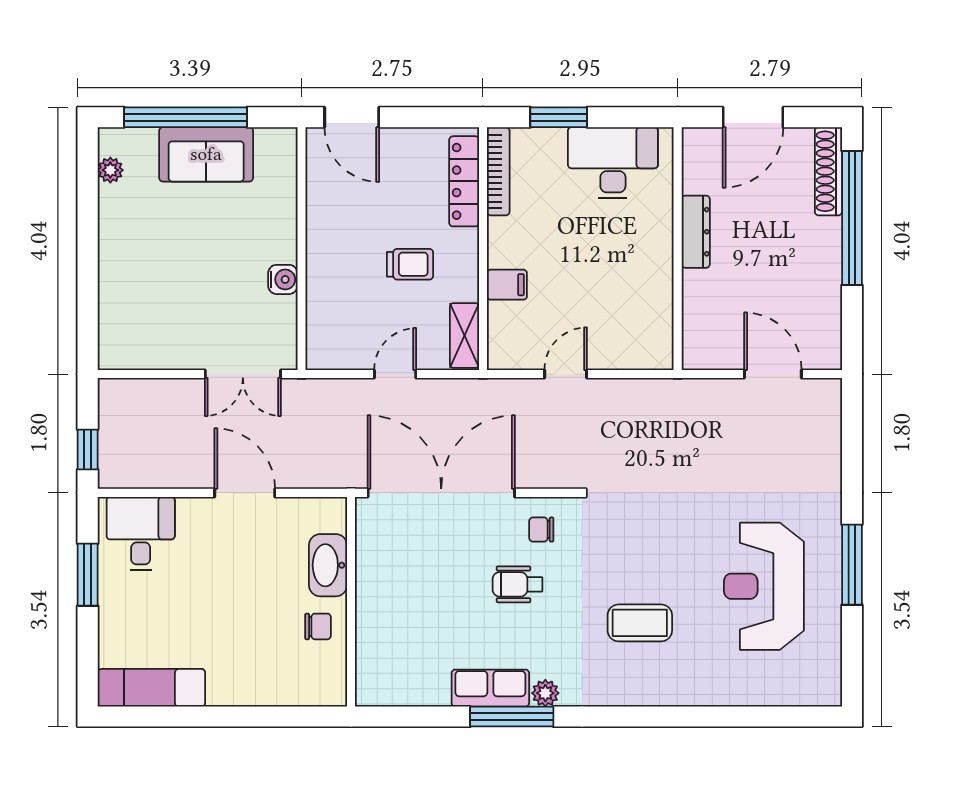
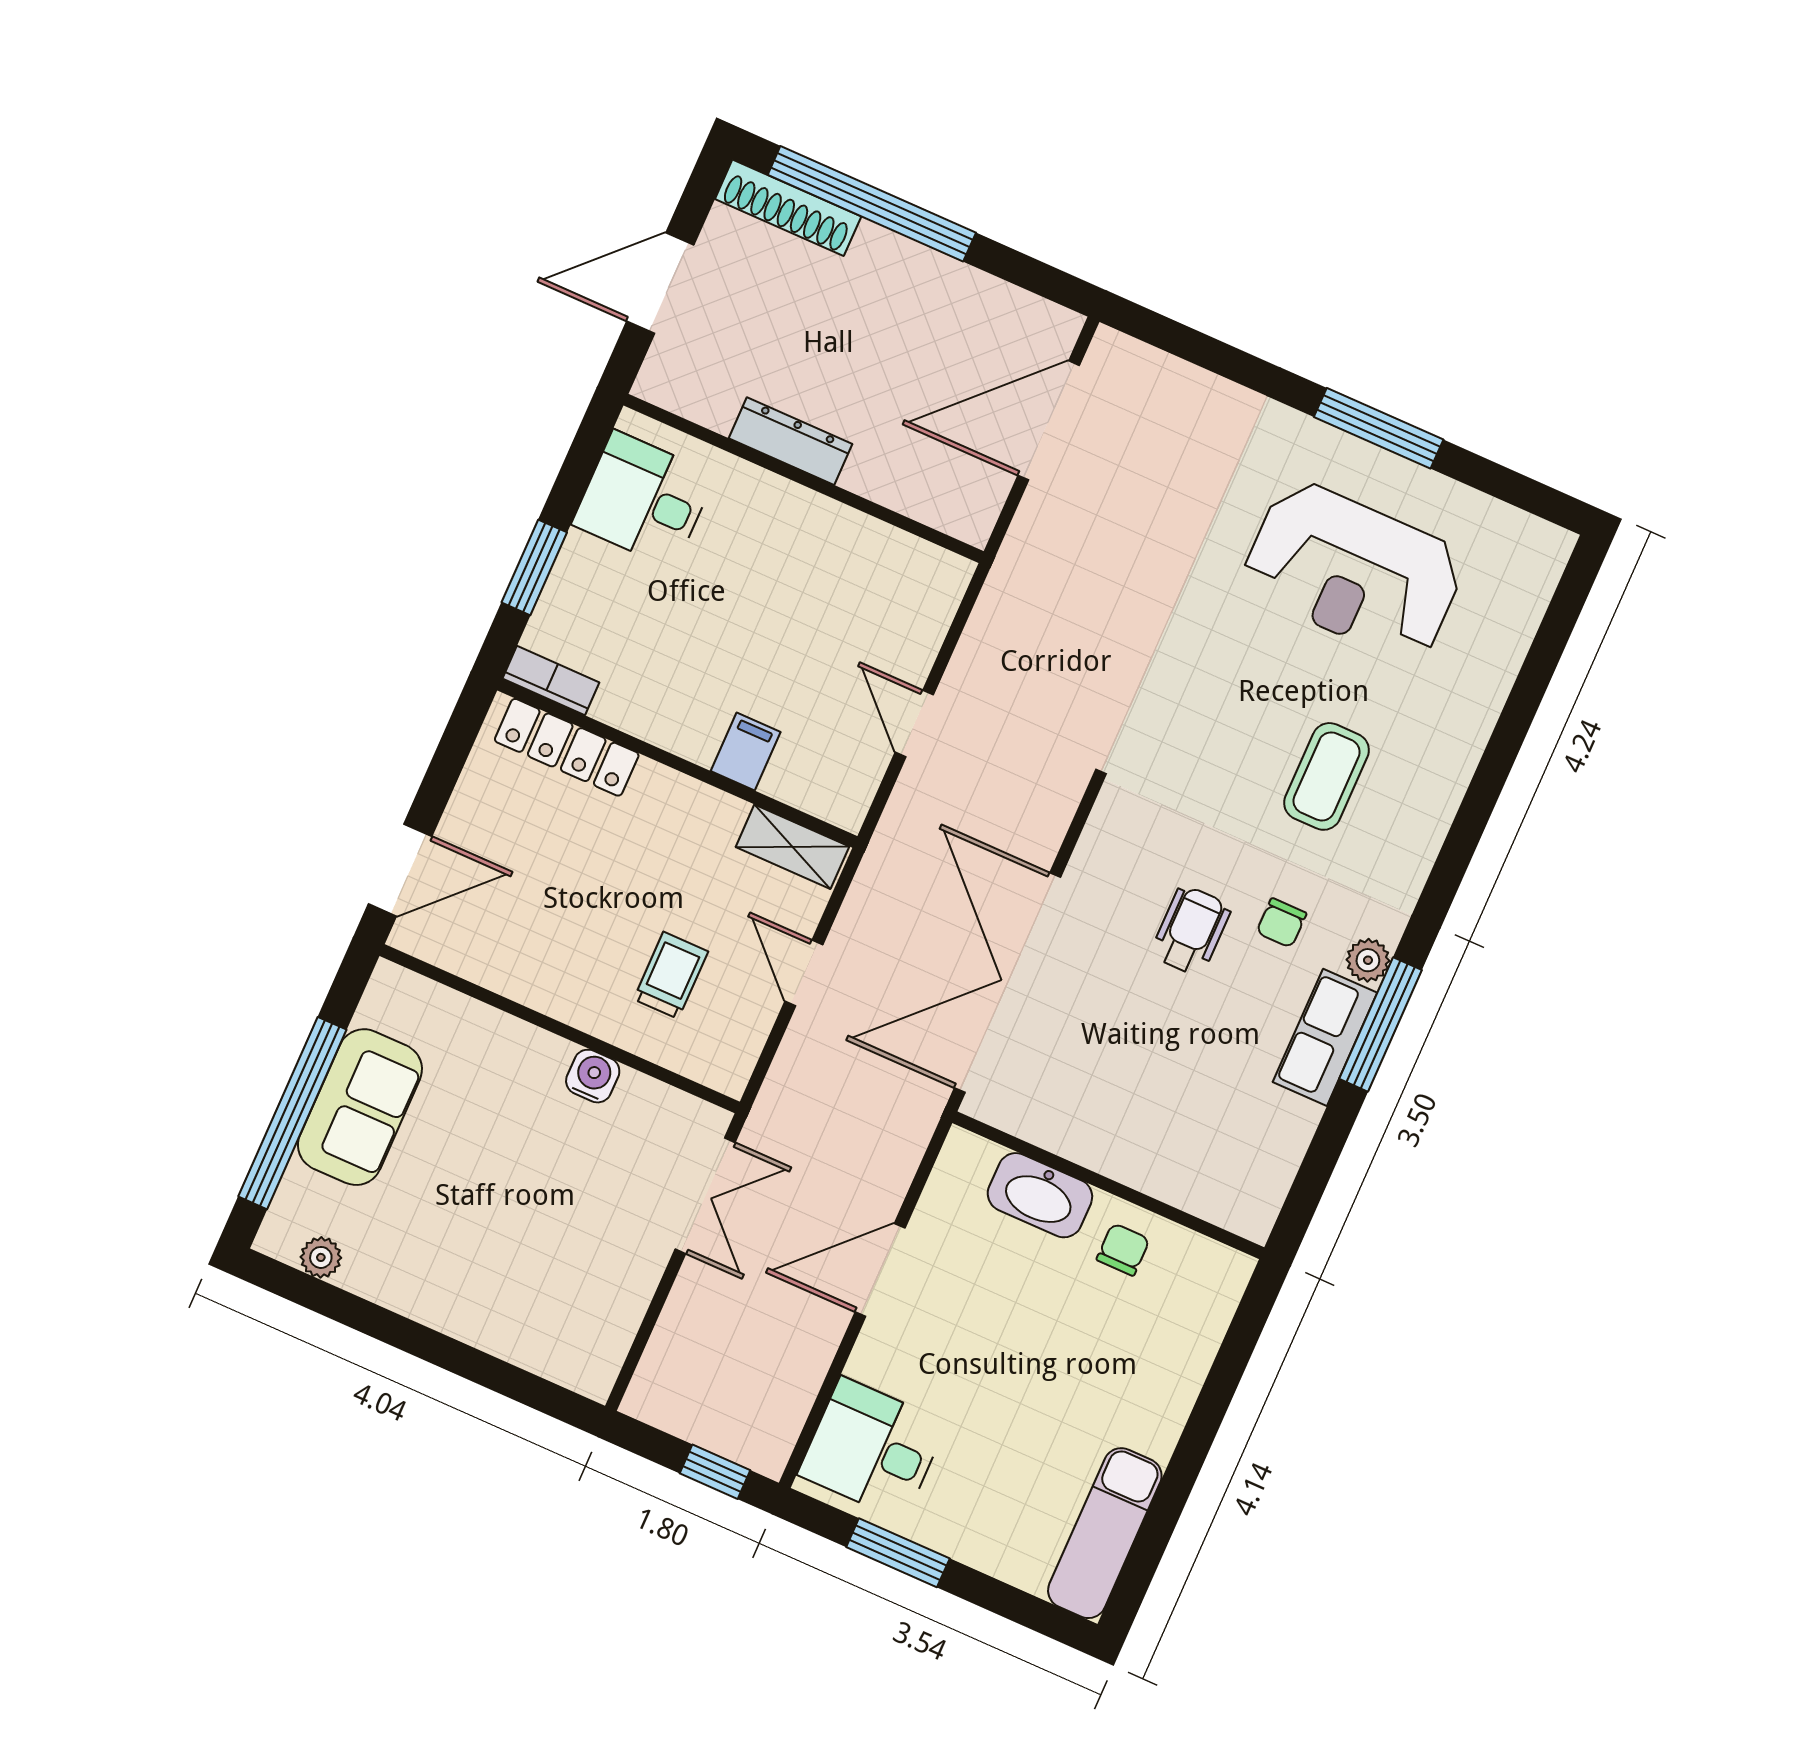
door: (753, 117) -> (660, 283), swing flipped
desk: (613, 163) -> (644, 500), width x0.73
bookcase: (498, 171) -> (551, 680), width x0.64
trolley: (410, 264) -> (671, 975), moved
door: (773, 374) -> (1049, 420), width x1.36
chair: (541, 530) -> (1281, 923), moved
wheelchair: (517, 584) -> (1191, 930), turned 180

